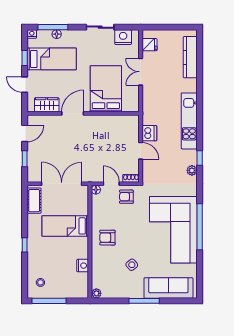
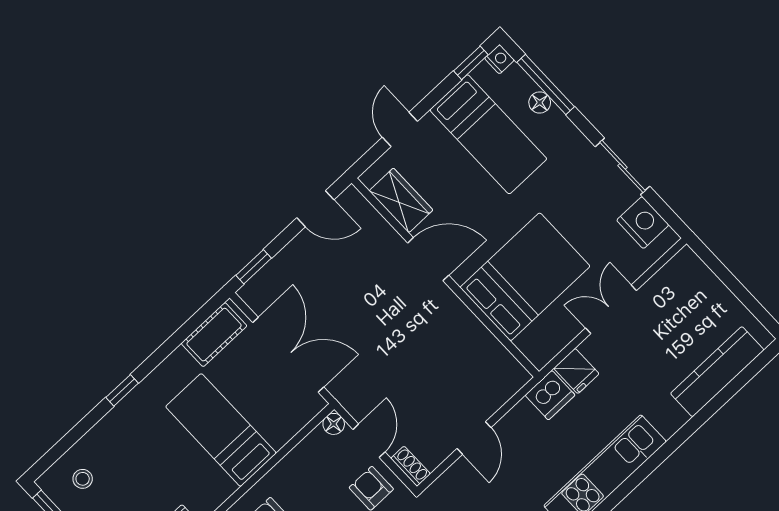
fridge: (149, 45) -> (576, 371), moved
window: (25, 58) -> (471, 63), moved
dishwasher: (149, 133) -> (550, 395), moved
window: (25, 159) -> (254, 267), moved

